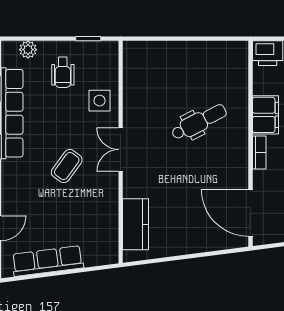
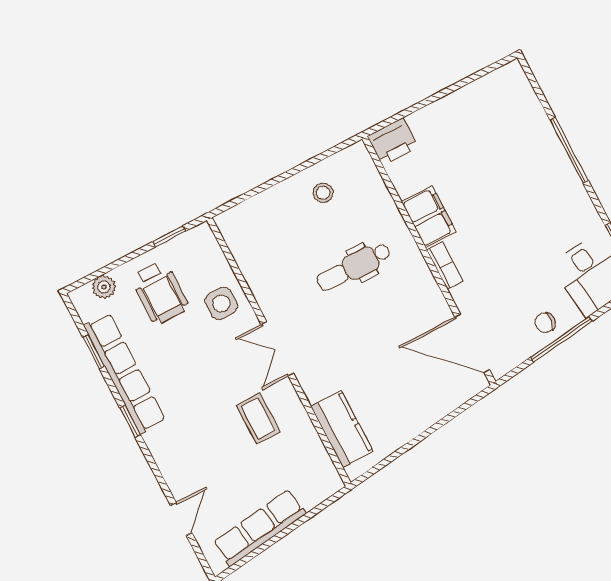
stool: (204, 63) -> (323, 193), added
wheelchair: (63, 72) -> (160, 293), width x1.36, depth x1.37
dental chair: (199, 122) -> (354, 267), turned -153
coffee table: (67, 166) -> (258, 419), moved, turned -36

